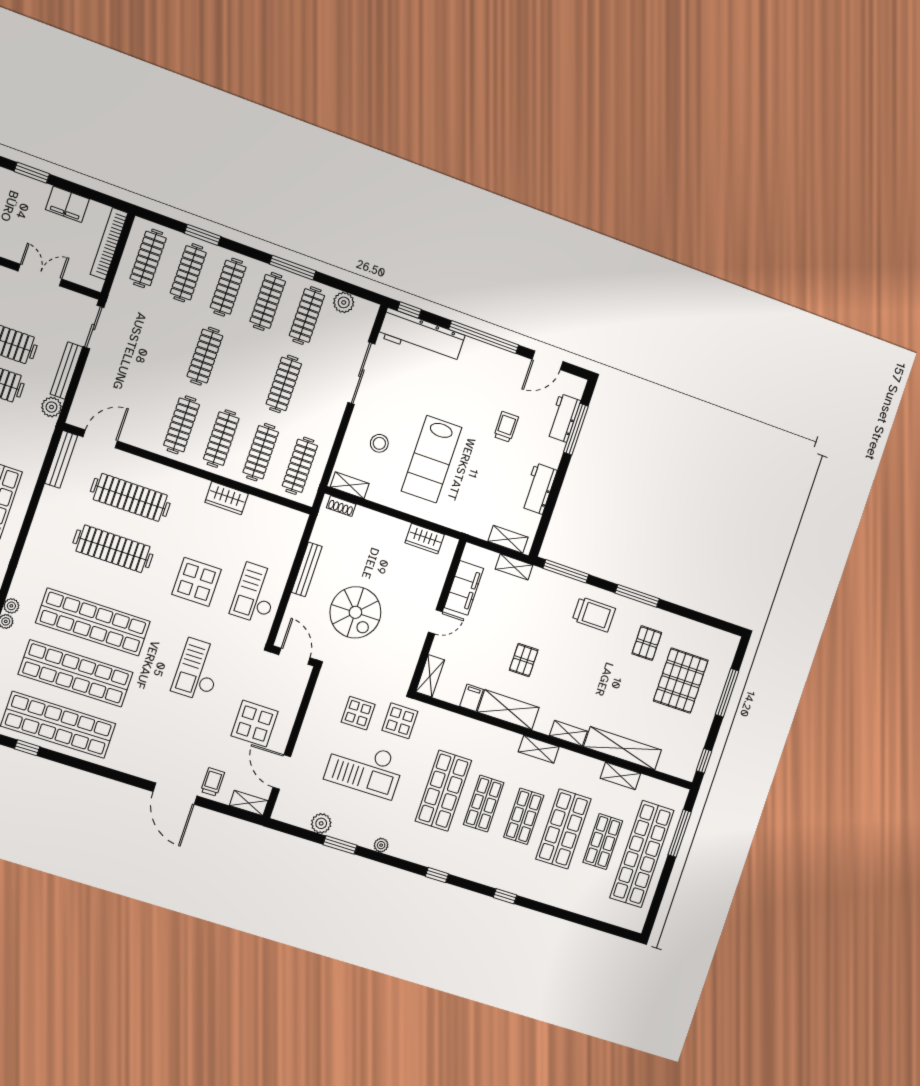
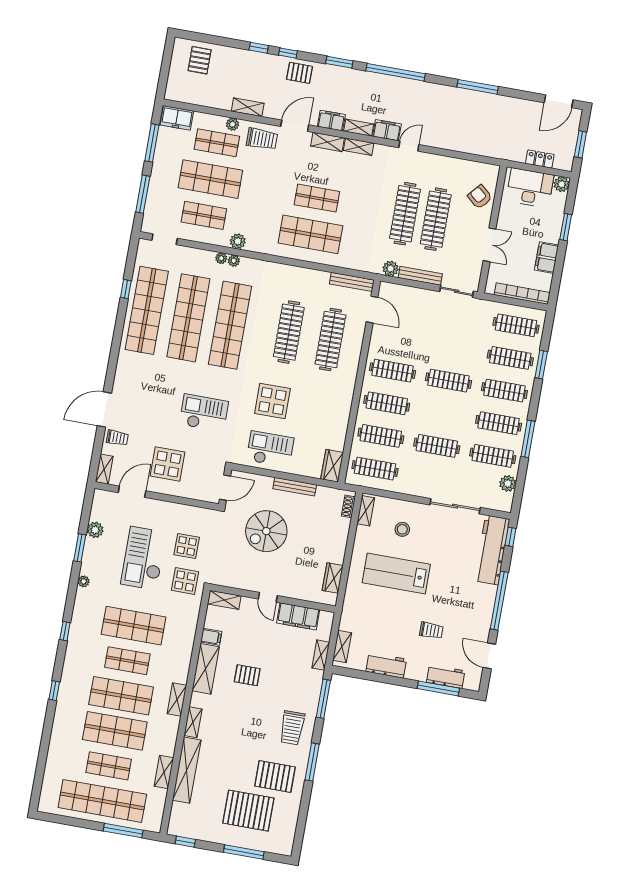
wardrobe: (227, 498) -> (332, 466), moved
pallet: (647, 643) -> (275, 777), width x1.50, depth x1.42
shop shelf: (524, 816) -> (121, 696), width x1.43, depth x1.36

